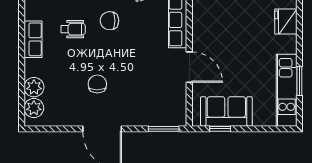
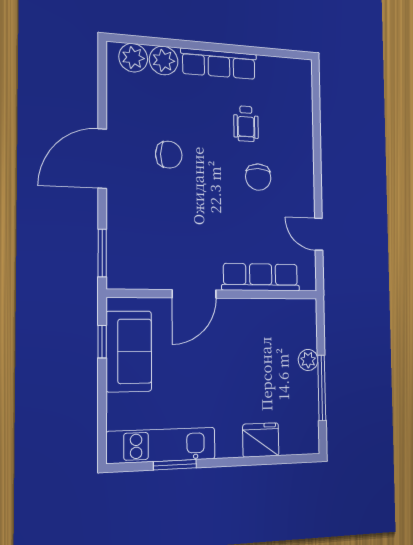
chair: (109, 21) -> (258, 177), turned 180
row of seats: (33, 39) -> (219, 64), width x1.48

